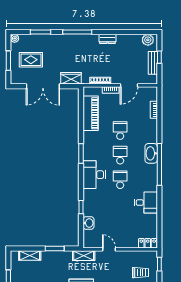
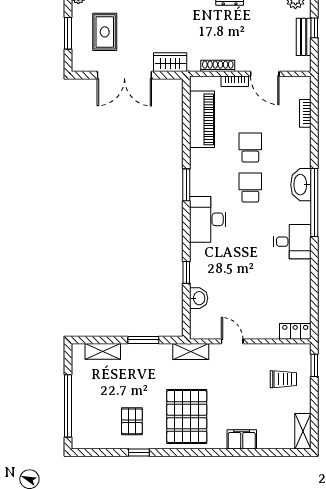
rug: (31, 60) -> (105, 32), turned 90
door: (129, 85) -> (265, 74), hinge flipped
school desk: (120, 180) -> (250, 228), removed
desk: (146, 203) -> (292, 242), moved

